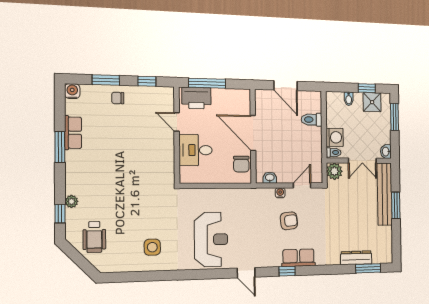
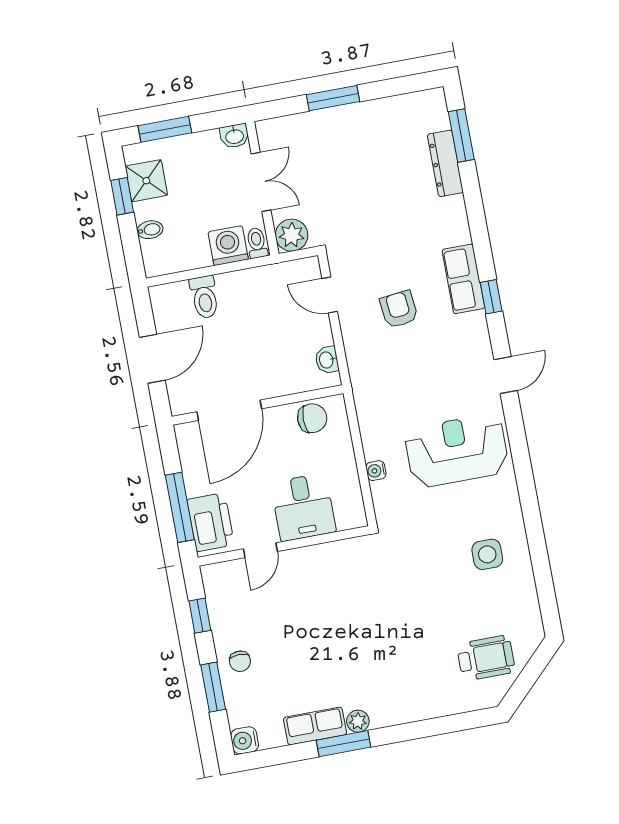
door: (253, 133) -> (229, 410), moved
water cooler: (280, 193) -> (376, 471), moved
bench: (385, 194) -> (316, 125), removed
plant: (71, 201) -> (358, 721), moved
window: (60, 214) -> (456, 723), removed

